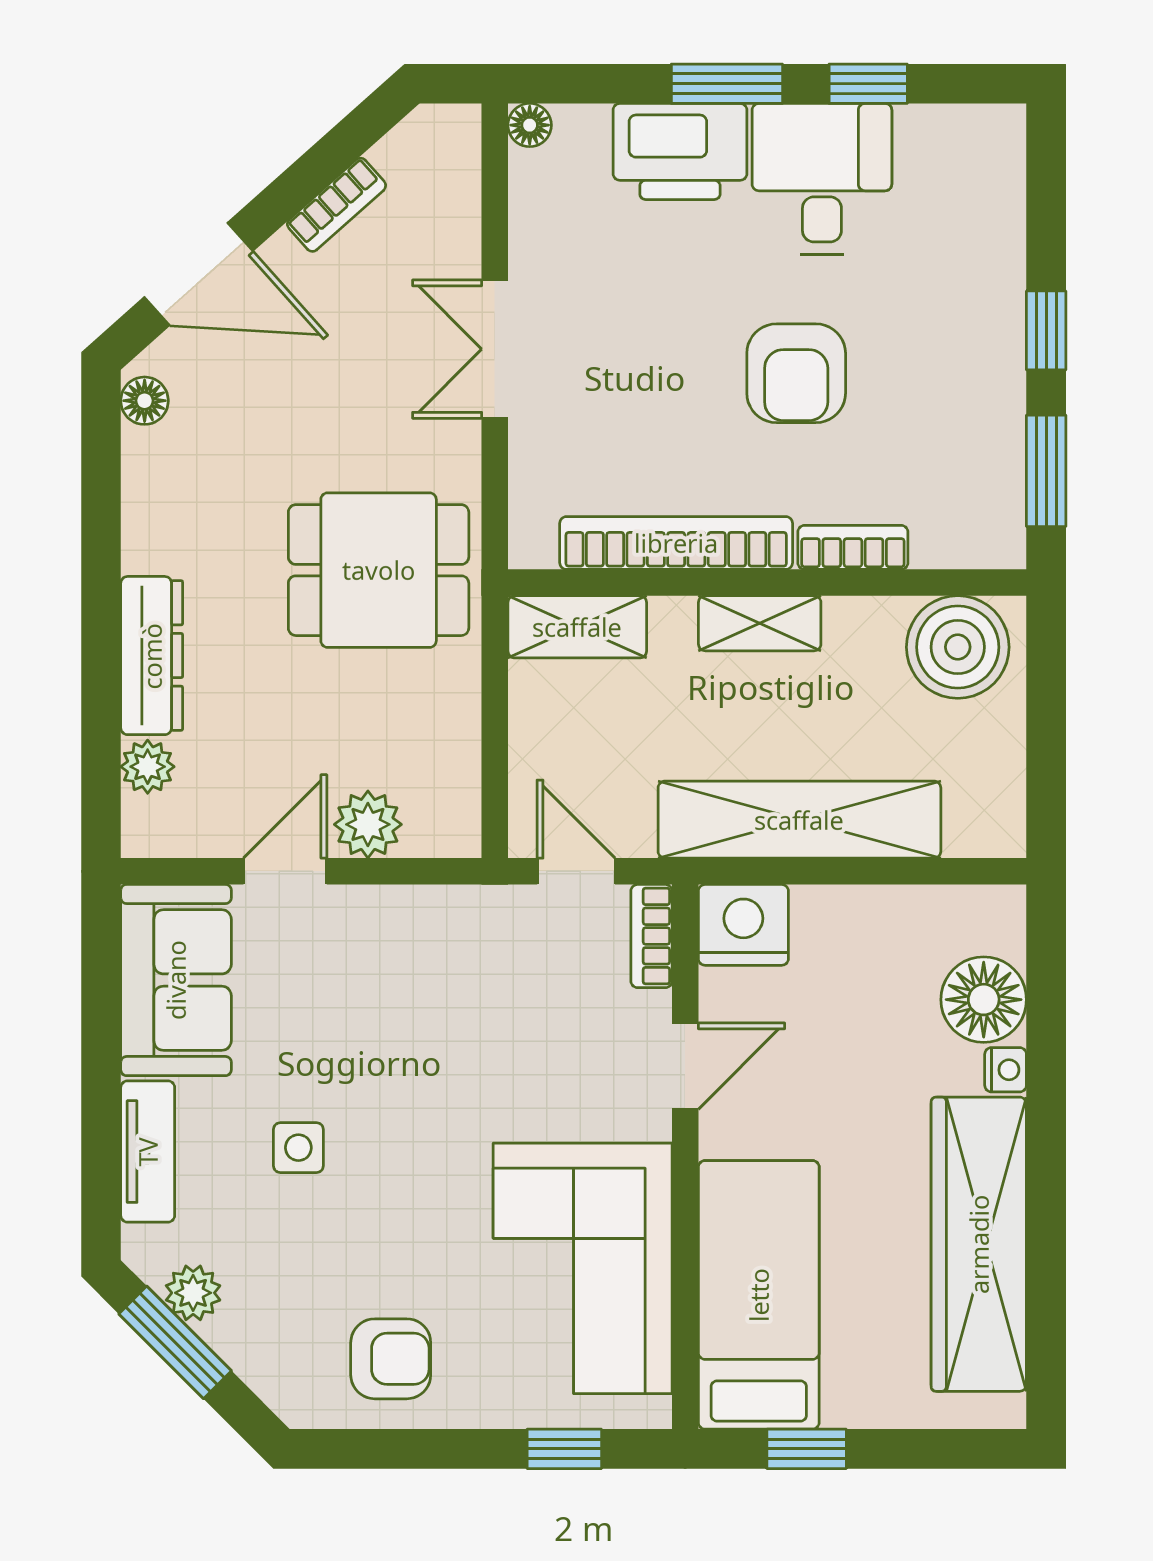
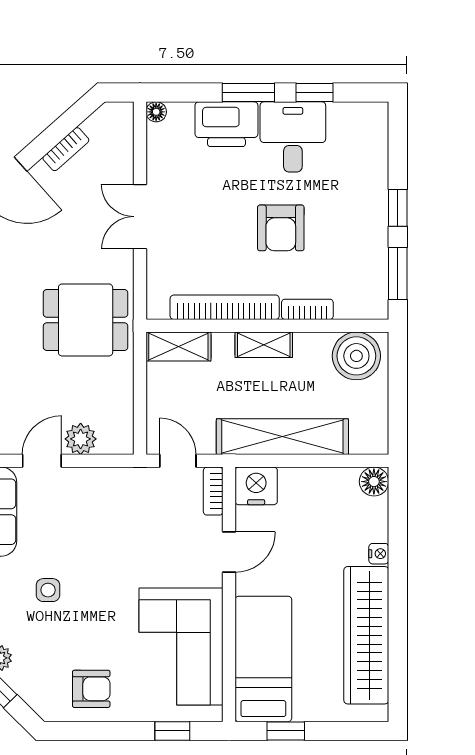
floor lamp: (984, 1000) -> (374, 482), moved, width x0.73, depth x0.73

